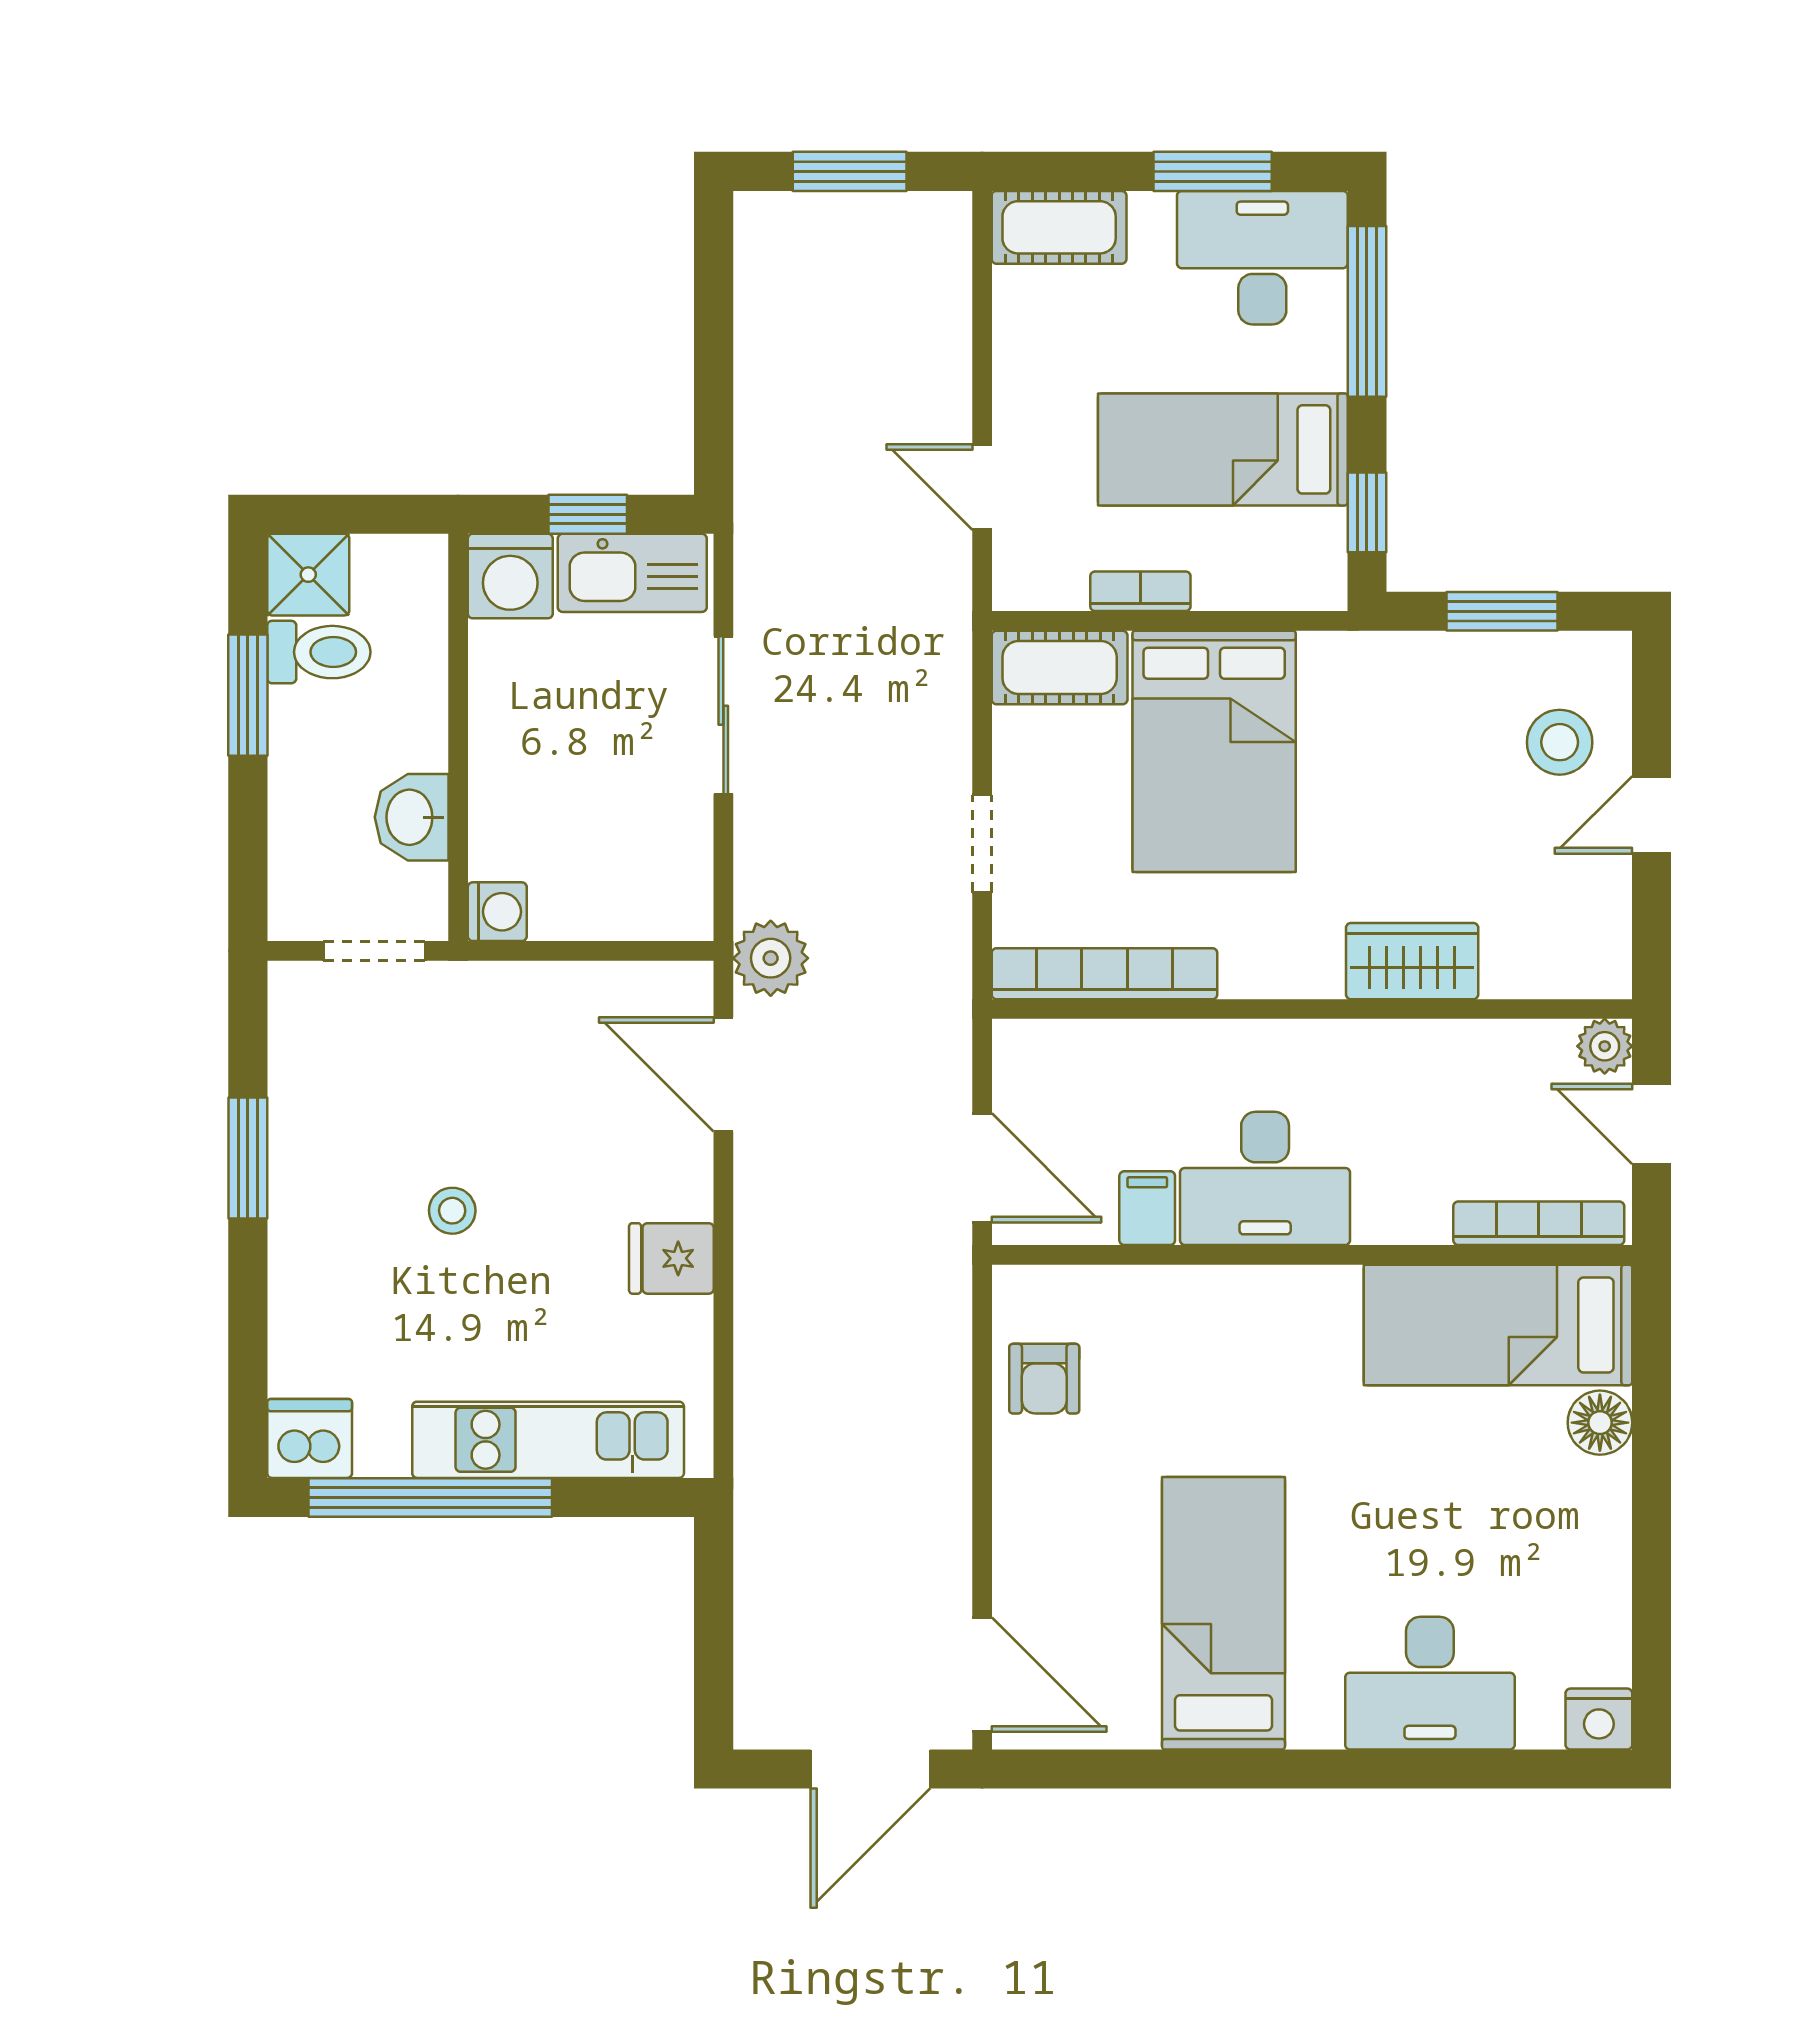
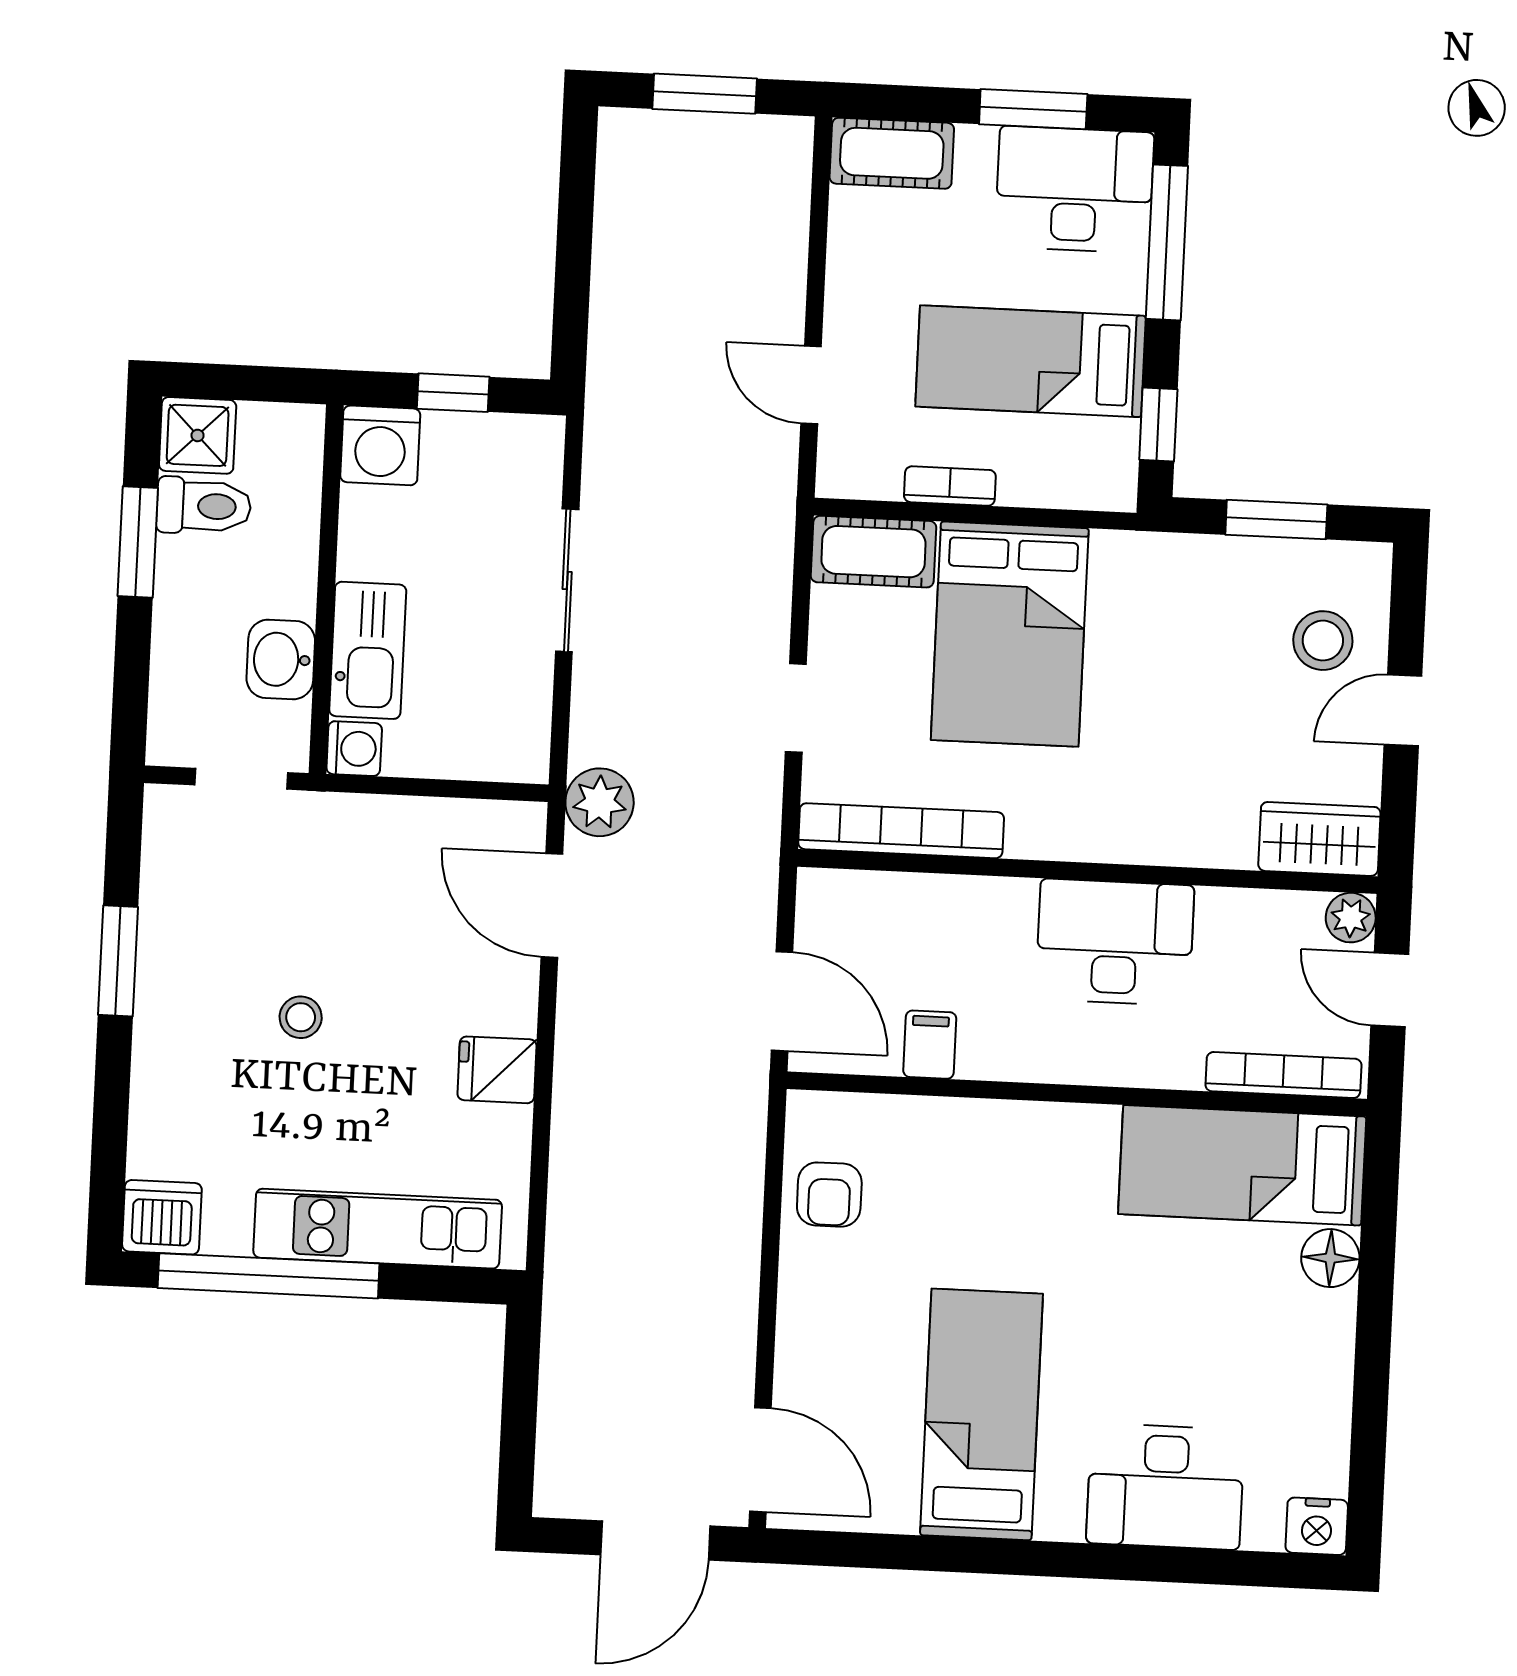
kitchen sink: (632, 573) -> (368, 650), moved, turned -90
wardrobe: (1412, 961) -> (1319, 839), moved
desk: (1265, 1178) -> (1115, 942), moved, turned 180

